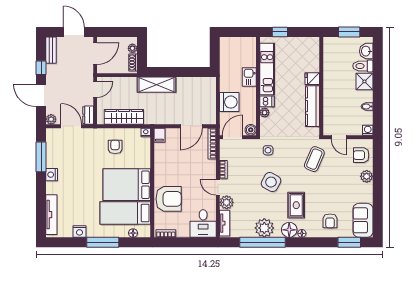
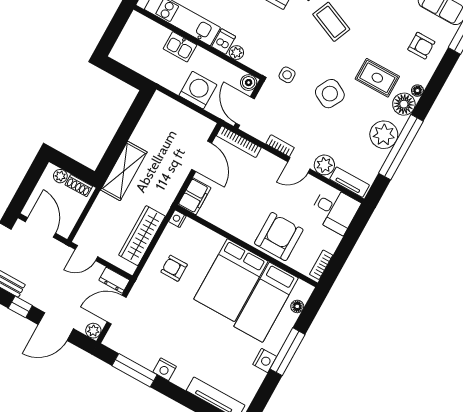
door: (95, 89) -> (86, 253), swing flipped
filing cabinet: (159, 135) -> (194, 196), width x2.00
nightstand: (80, 231) -> (265, 360), moved

